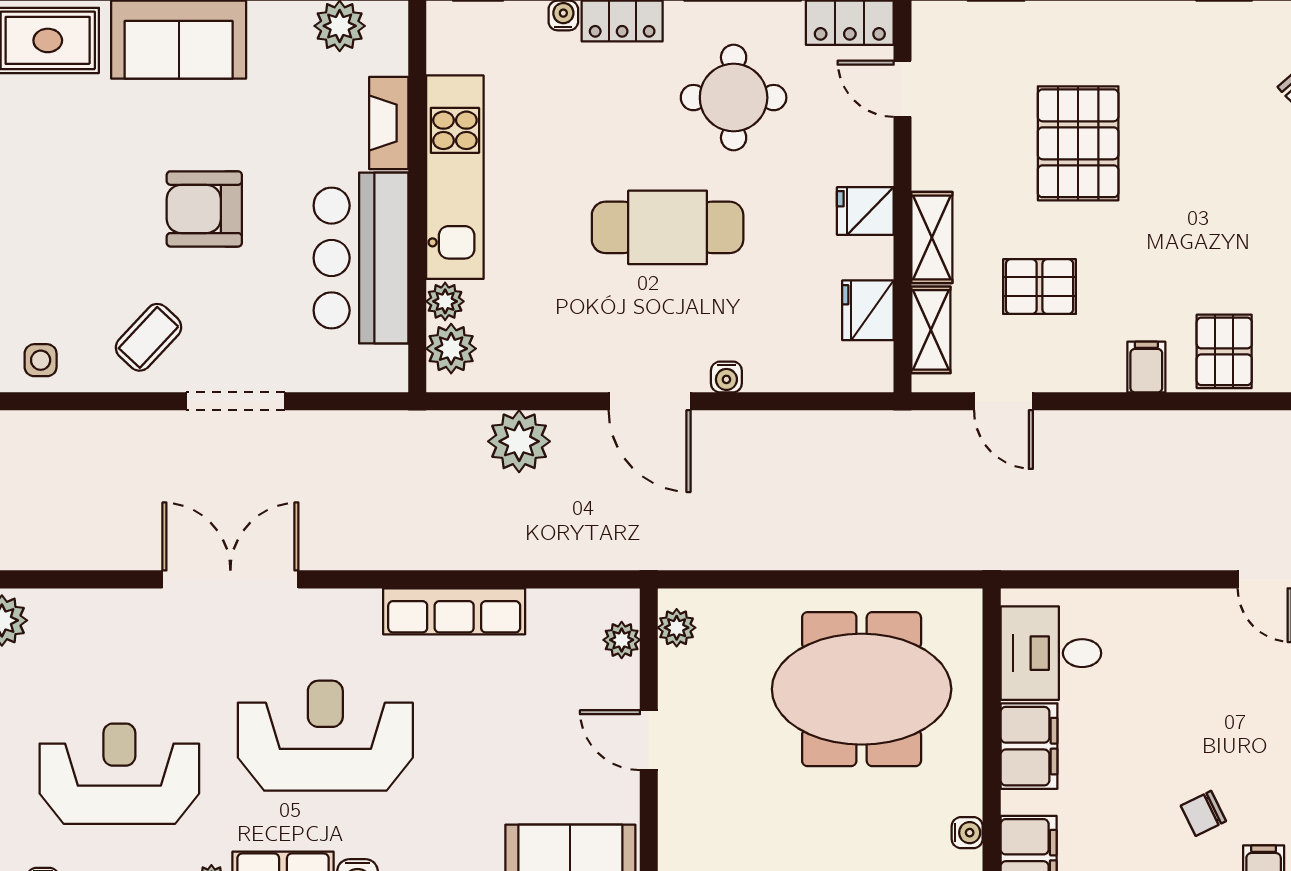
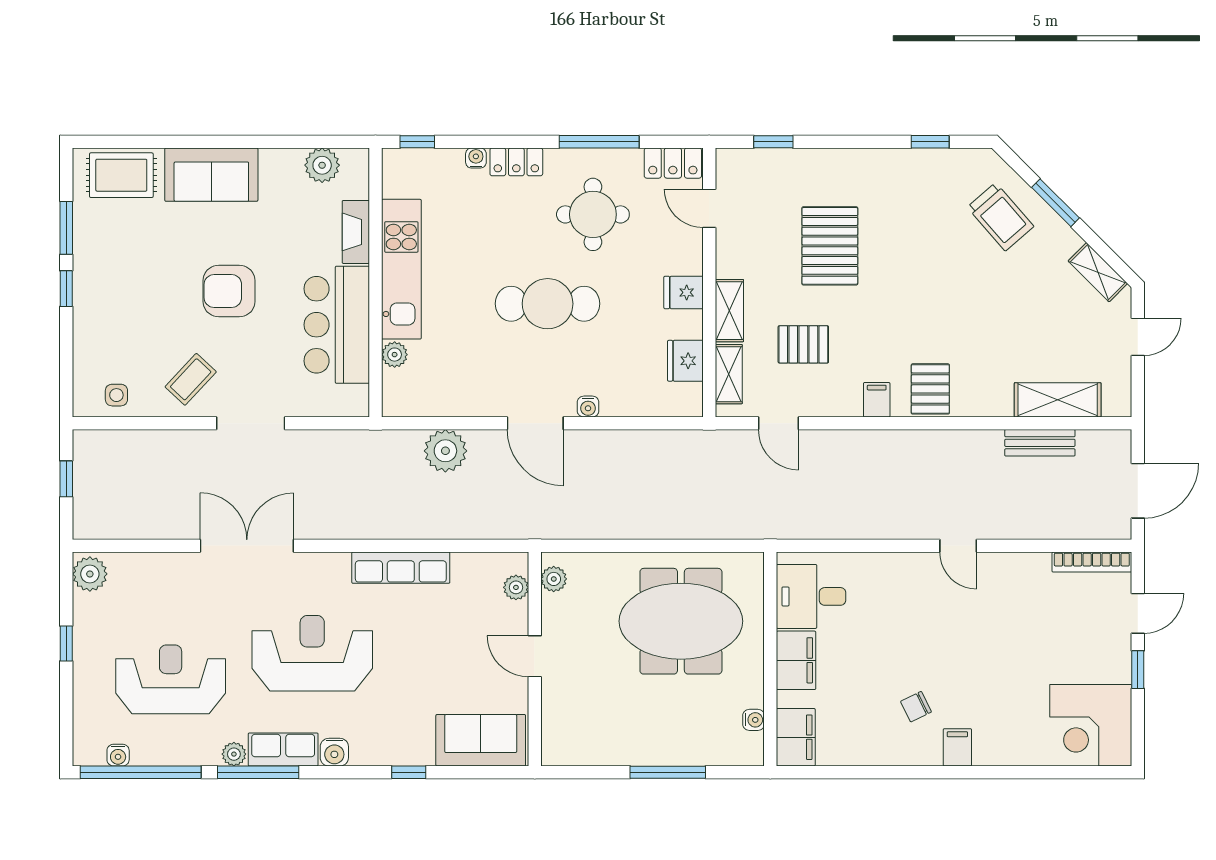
plant: (451, 349) -> (399, 387), removed

